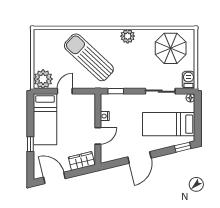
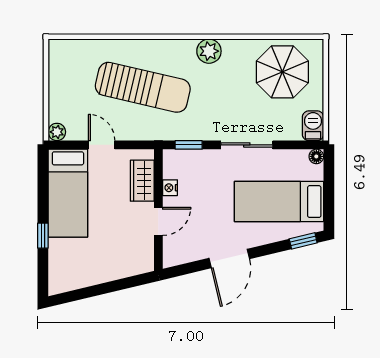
sun lounger: (89, 57) -> (143, 87), turned 150
plant: (43, 79) -> (57, 132), width x0.53, depth x0.53
door: (65, 91) -> (102, 145), hinge flipped
sliding door: (160, 91) -> (247, 145), moved
wardrobe: (82, 161) -> (142, 181), moved, turned -77
door: (54, 178) -> (84, 293), removed

